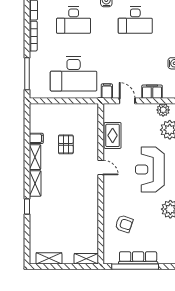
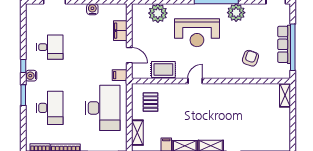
desk: (135, 20) -> (50, 47), width x0.73
door: (127, 101) -> (129, 55), swing flipped
plant: (163, 110) -> (138, 20), removed
pallet: (66, 144) -> (151, 102), moved, turned 90
shelving: (49, 258) -> (137, 133), moved

